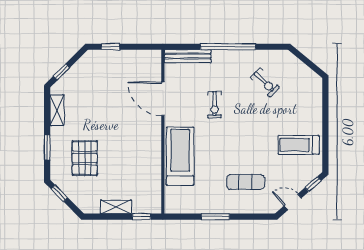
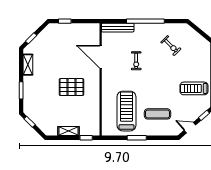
treadmill: (180, 156) -> (126, 111), moved
pallet: (85, 158) -> (71, 87), moved, turned 90

